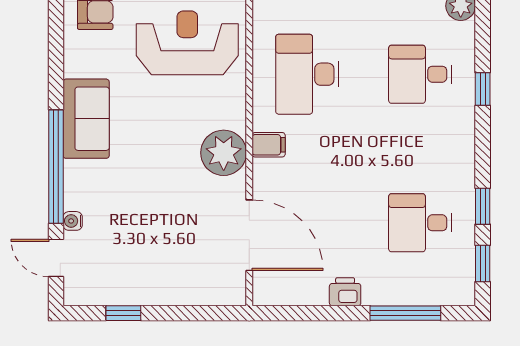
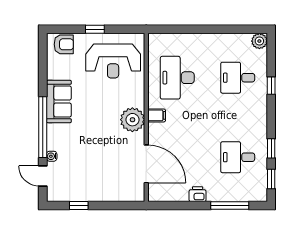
reception desk: (187, 43) -> (113, 61), turned 180

